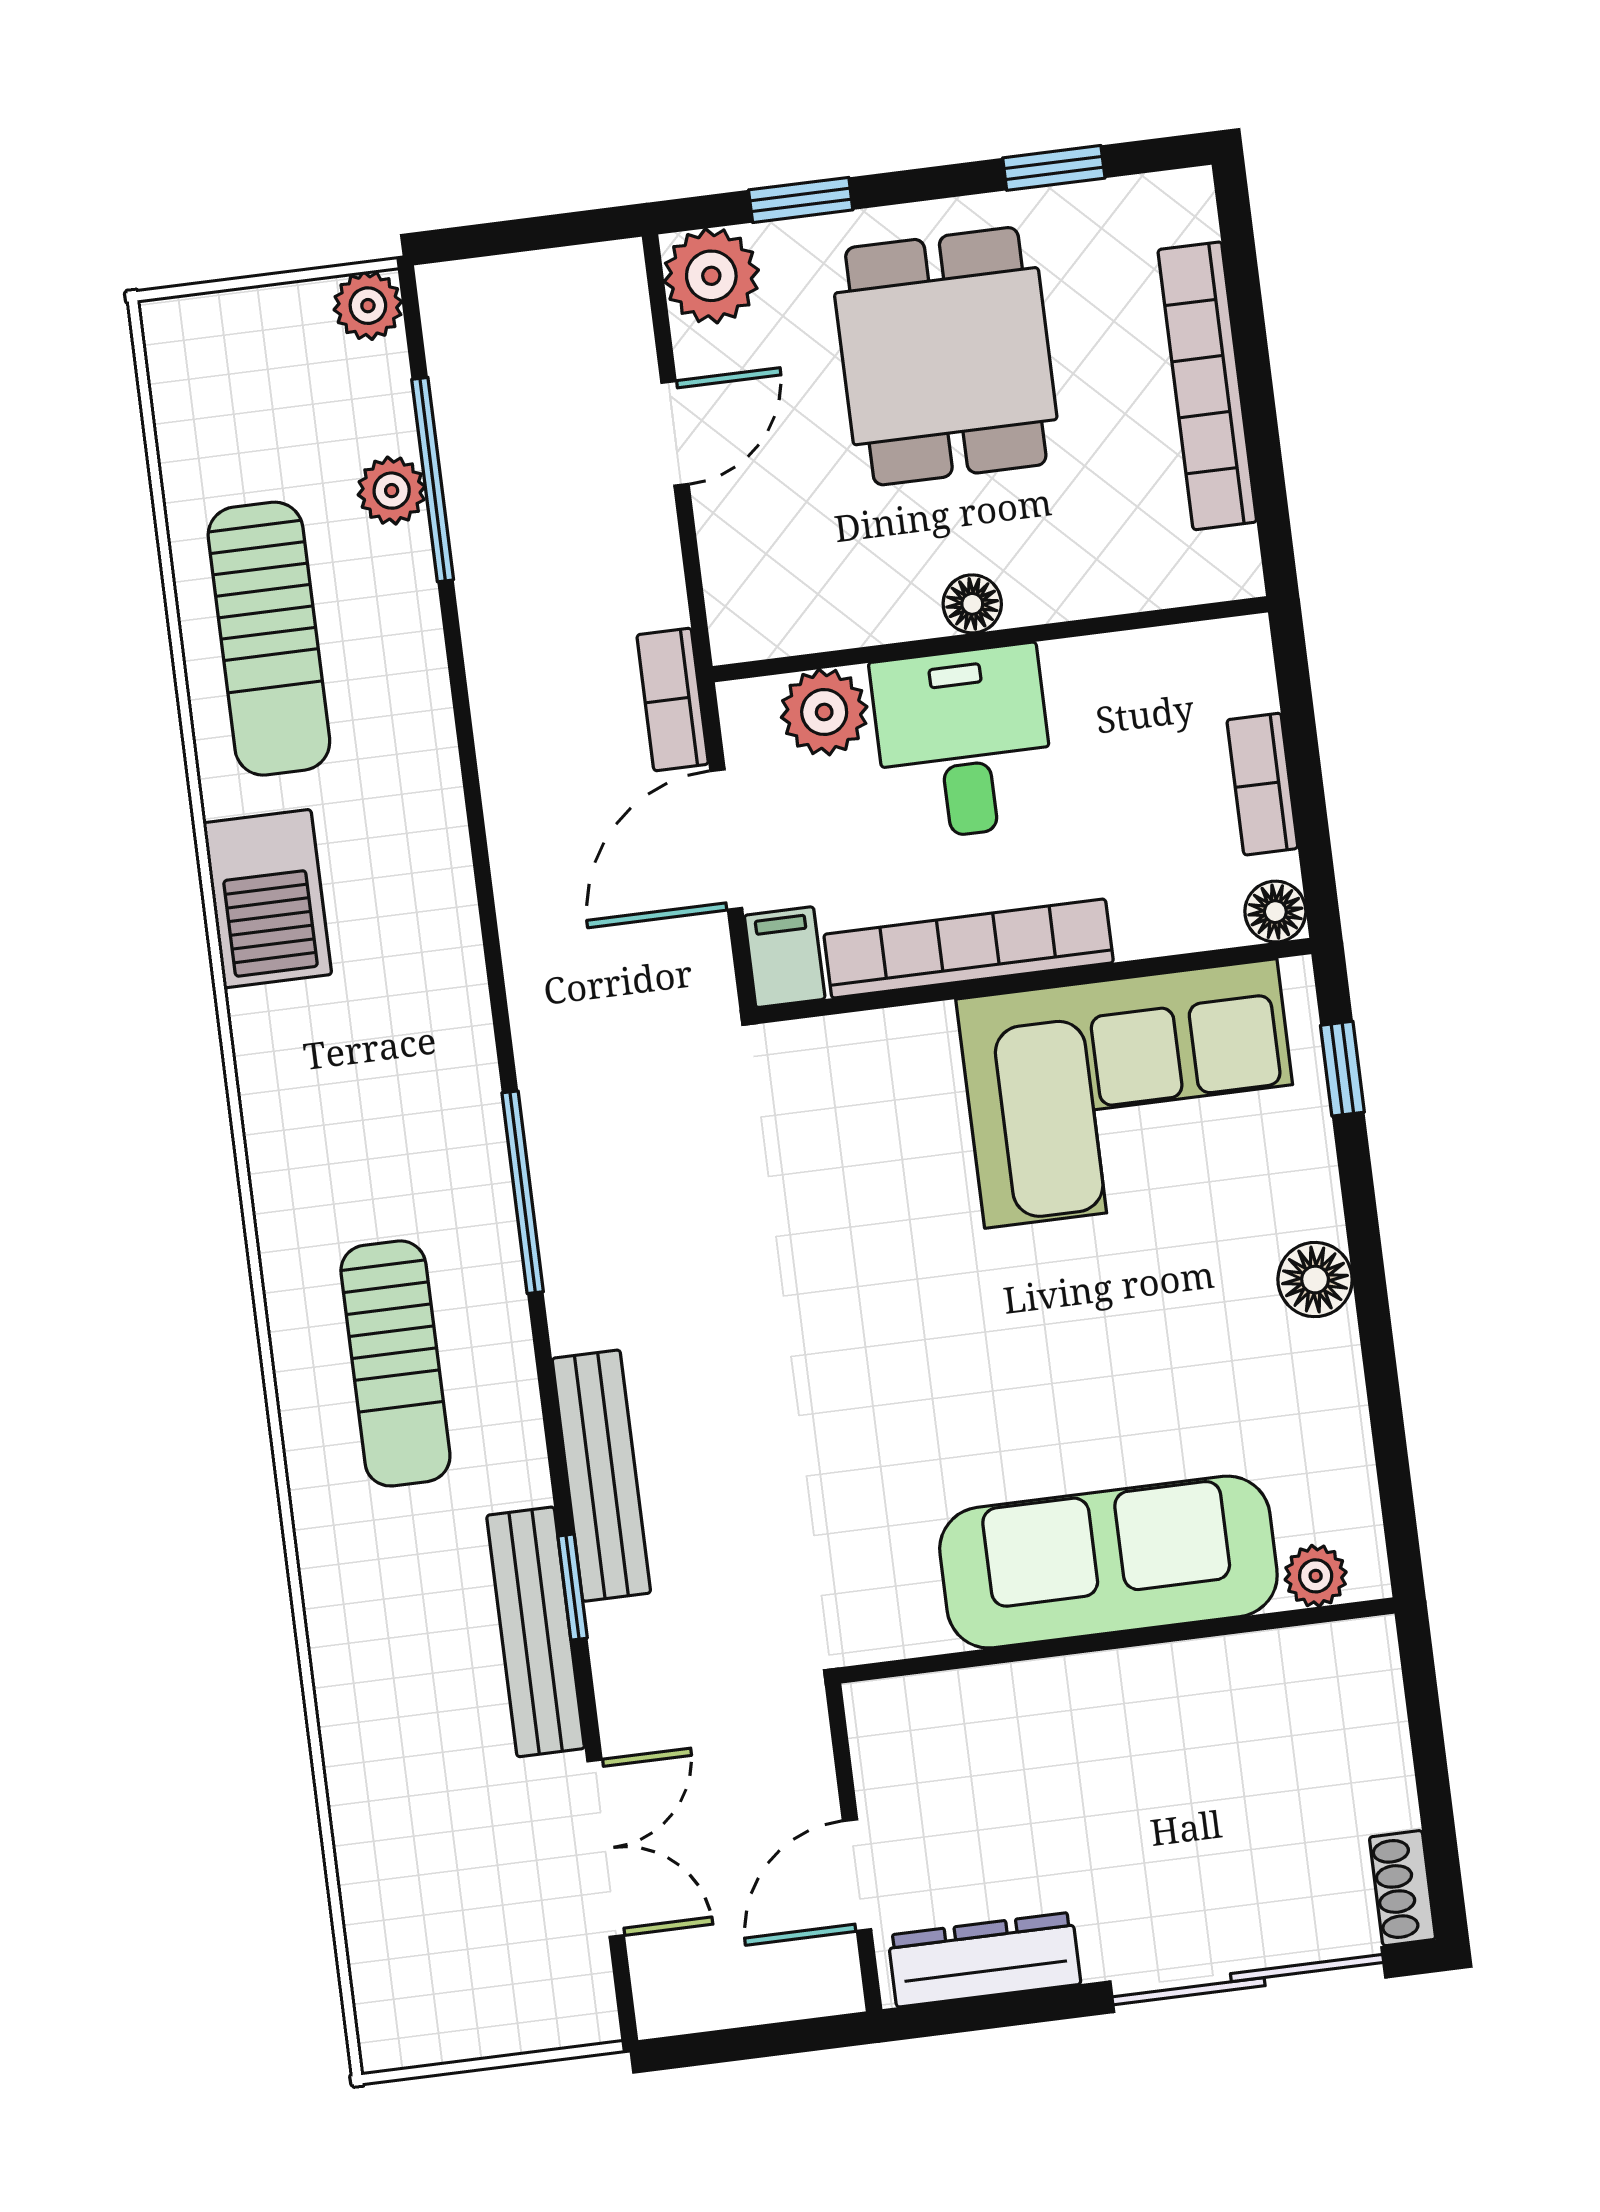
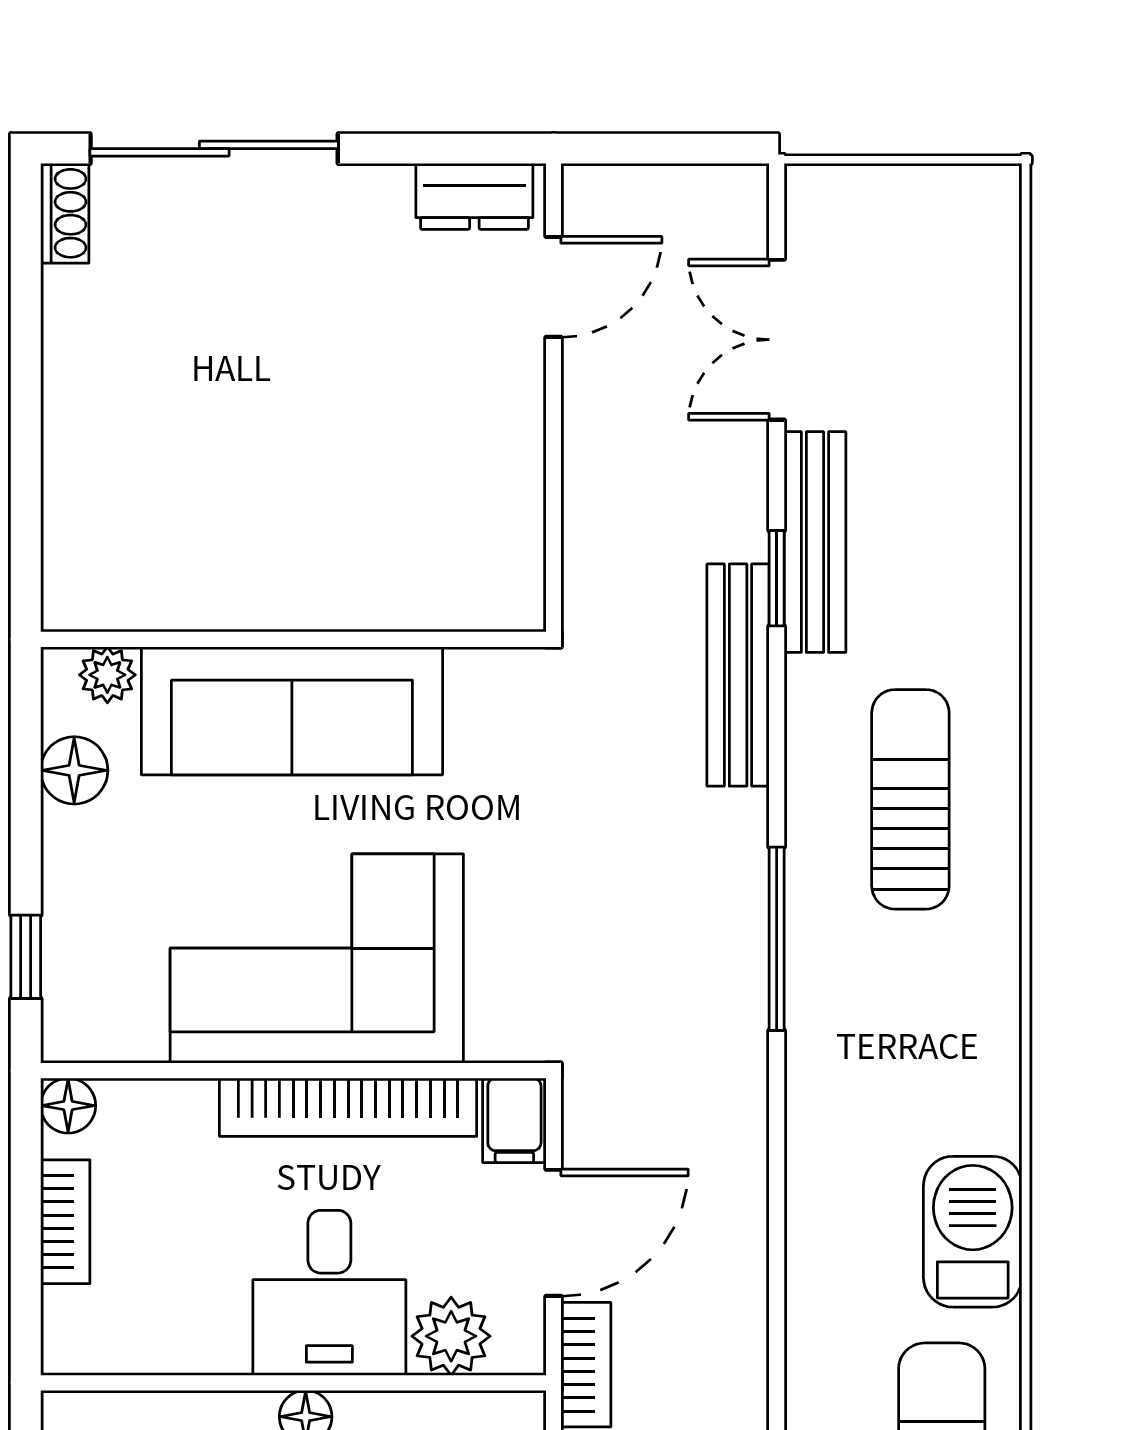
corner sofa: (1131, 1093) -> (317, 959), moved
sofa: (1108, 1562) -> (292, 711), moved
plant: (1316, 1576) -> (107, 675), moved
wall: (1117, 1640) -> (293, 639), moved
dresser: (984, 1960) -> (474, 196), width x0.70

